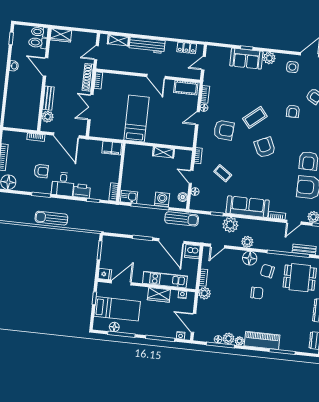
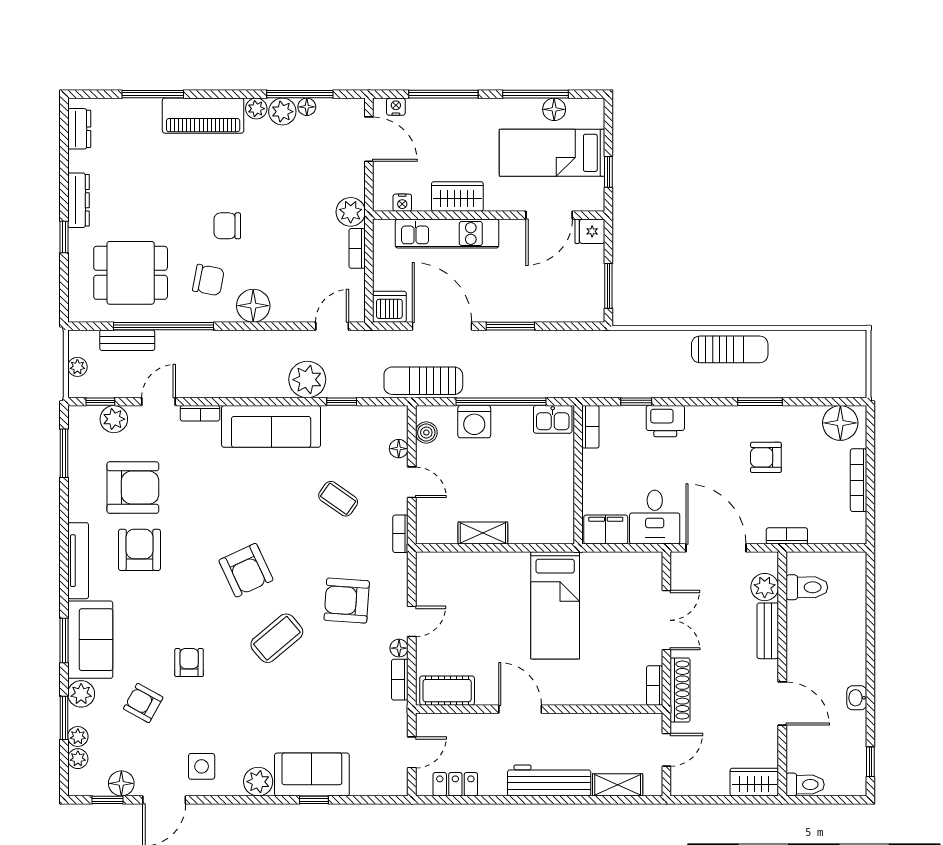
toilet: (38, 43) -> (807, 587), moved
desk: (63, 184) -> (655, 517), moved, turned 180
plant: (247, 242) -> (263, 344), removed

